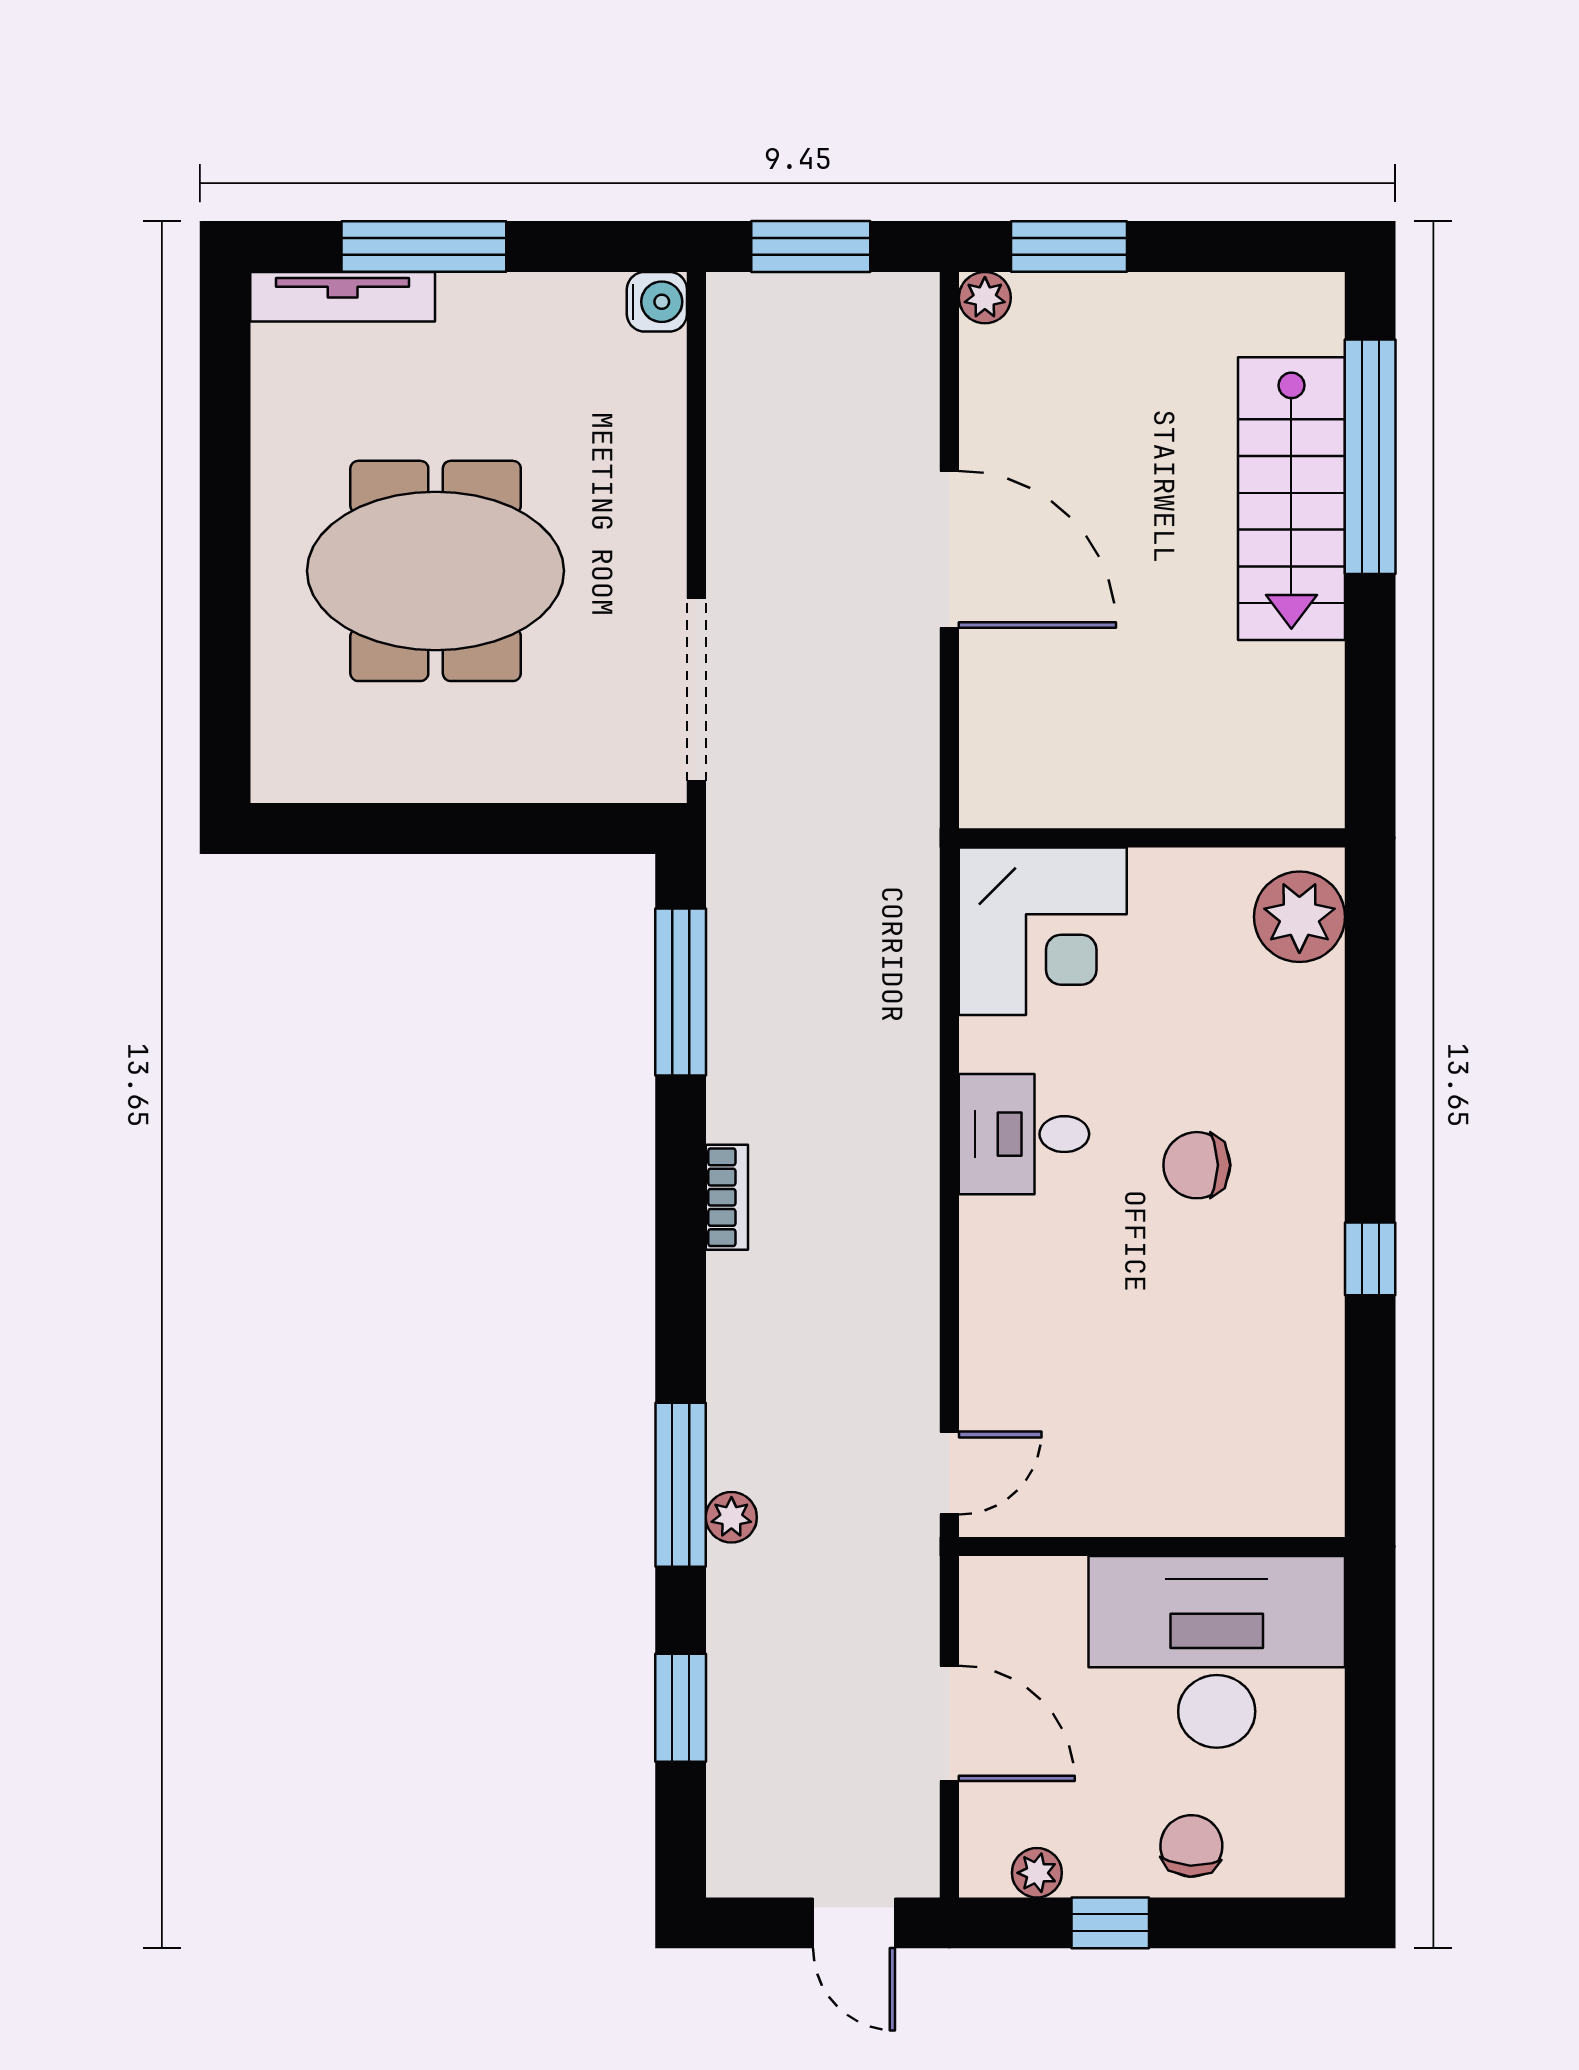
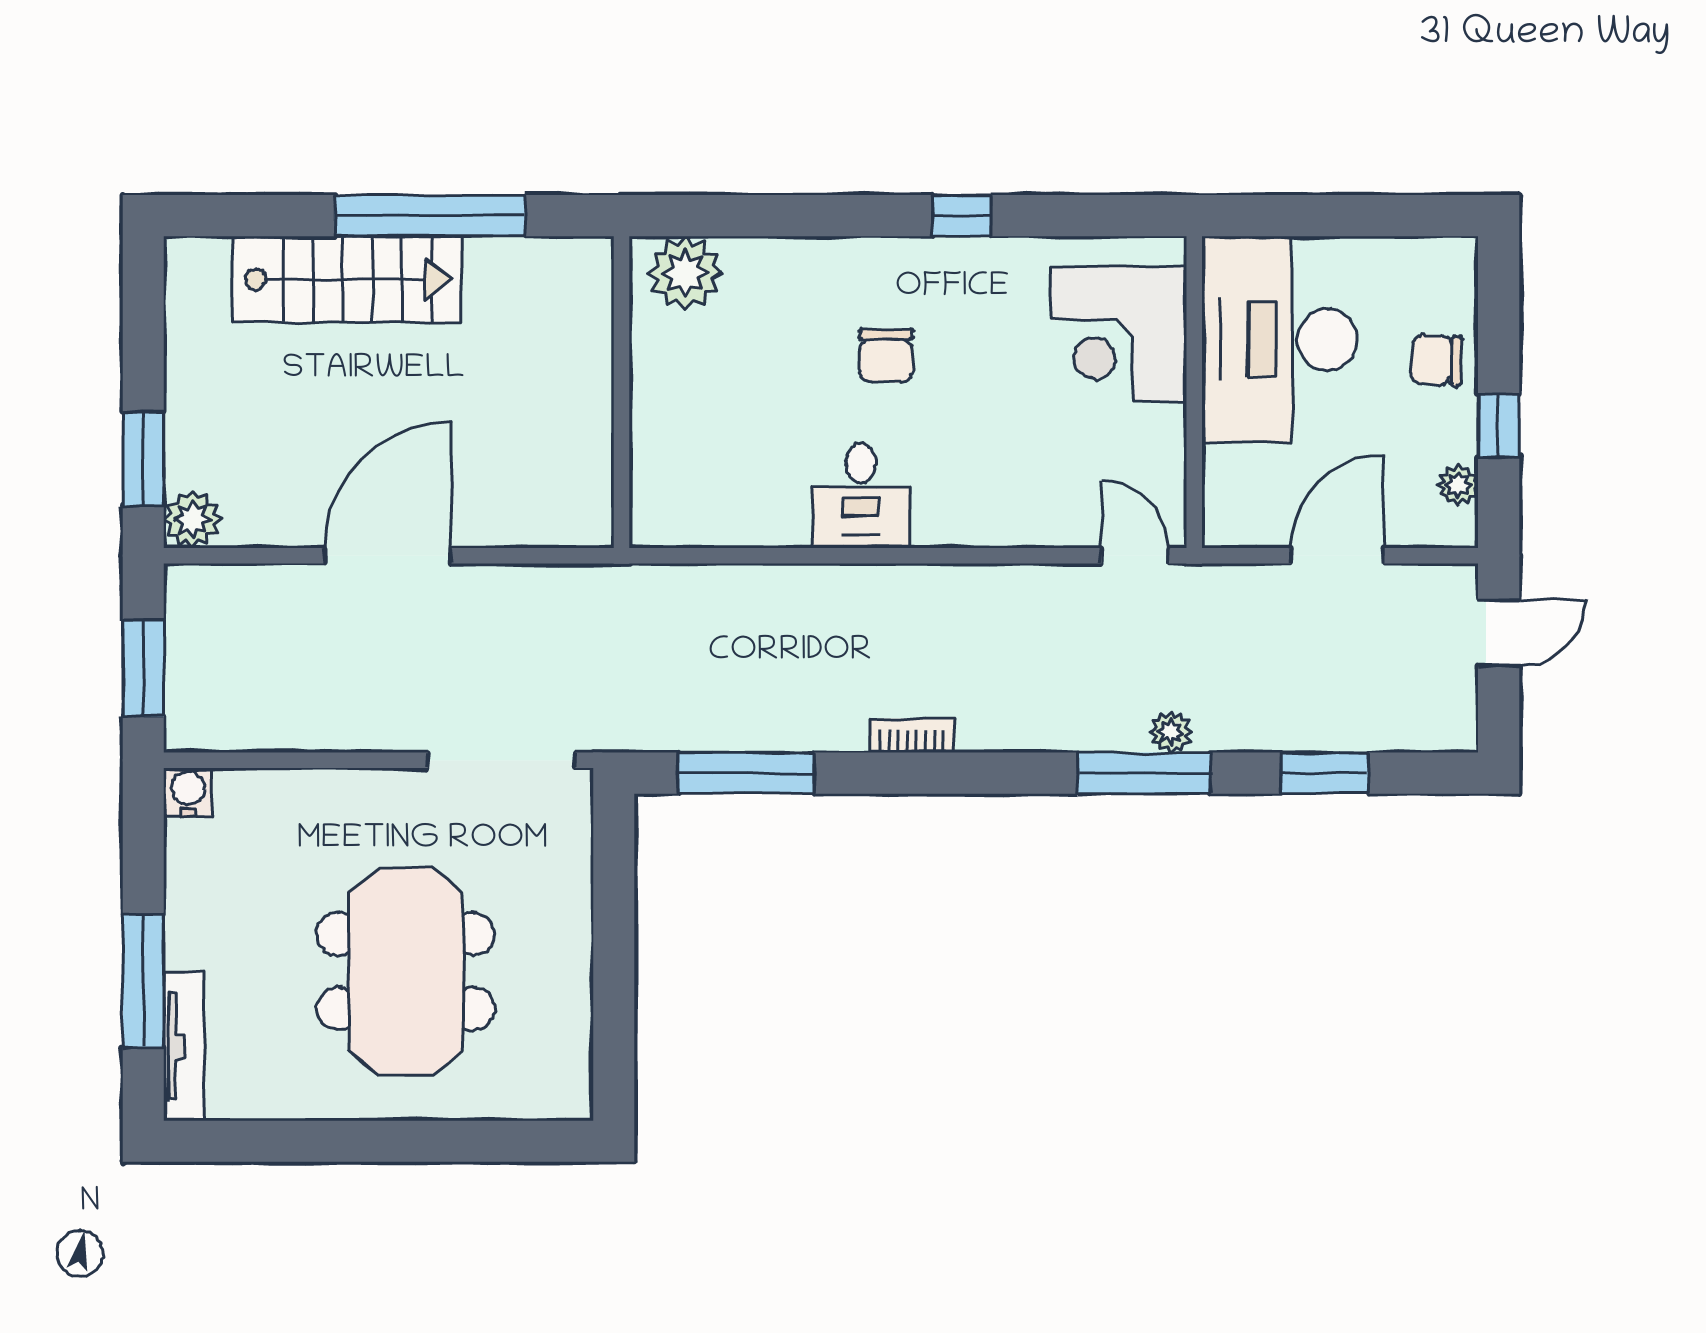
plant: (985, 298) -> (192, 519), width x1.38, depth x1.38
window: (1370, 457) -> (430, 216), moved
corner desk: (1043, 931) -> (1119, 334), moved, turned 180

